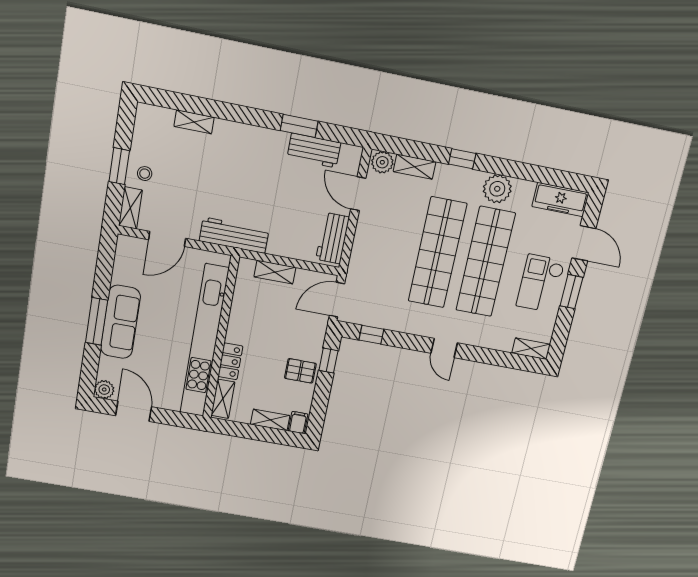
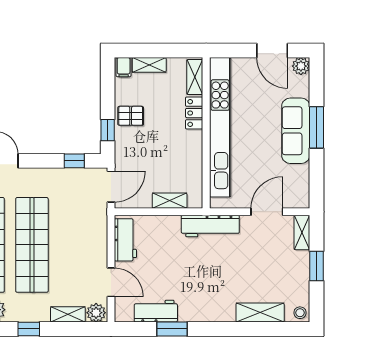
shelving: (194, 122) -> (260, 313), width x1.50, depth x1.33
stool: (145, 174) -> (300, 313), moved

